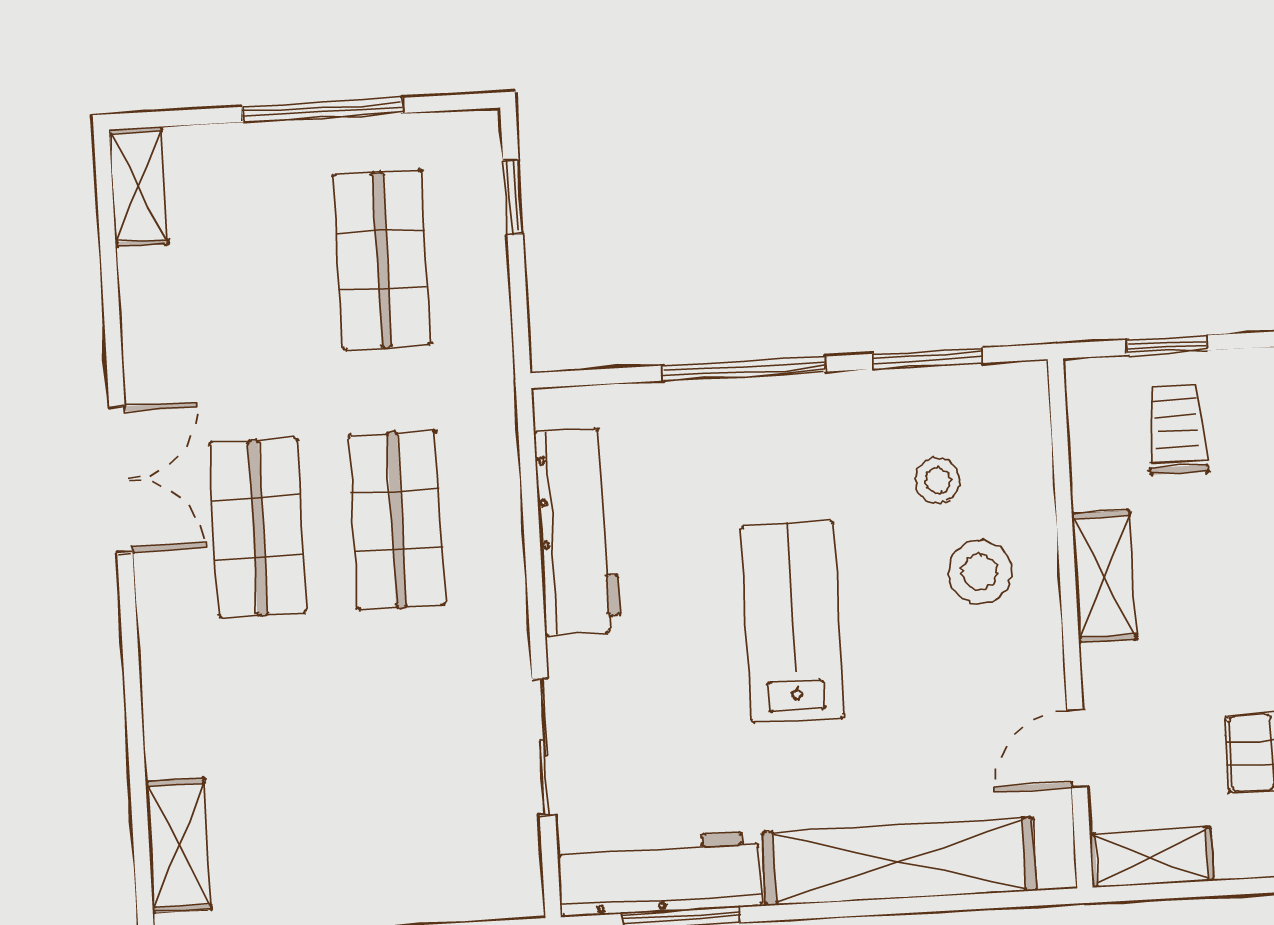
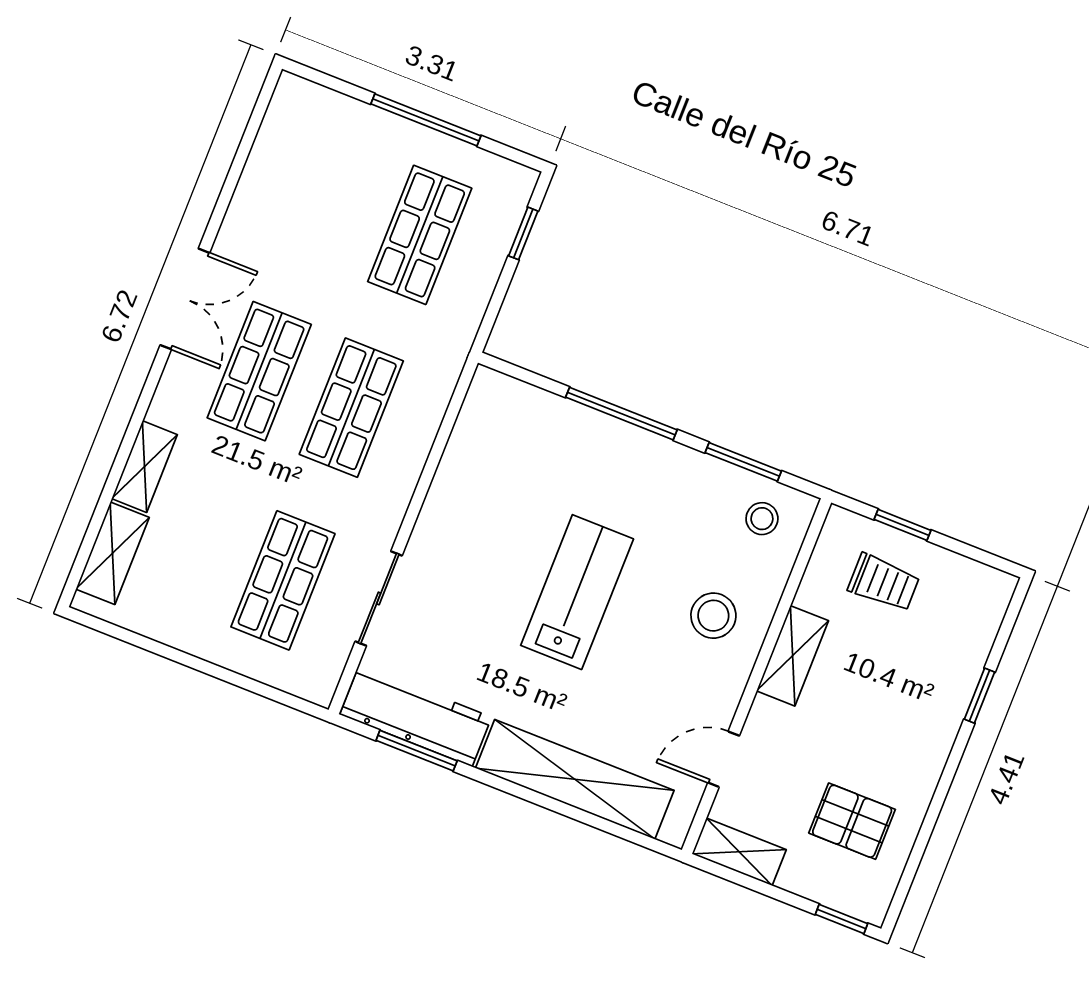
shelving: (139, 187) -> (144, 467), moved
trolley: (1177, 430) -> (884, 583), turned 90
stool: (937, 480) -> (762, 519), moved
workbench: (578, 532) -> (465, 469), removed
shop shelf: (411, 780) -> (283, 580), added

